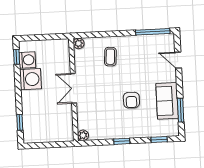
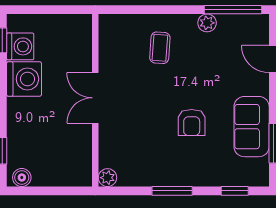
plant: (79, 43) -> (207, 23), moved
boiler: (32, 138) -> (22, 177), added
window: (122, 141) -> (172, 191), width x1.50

